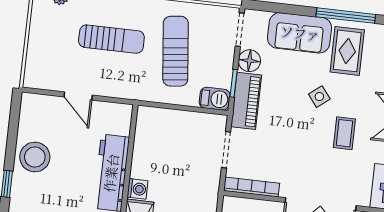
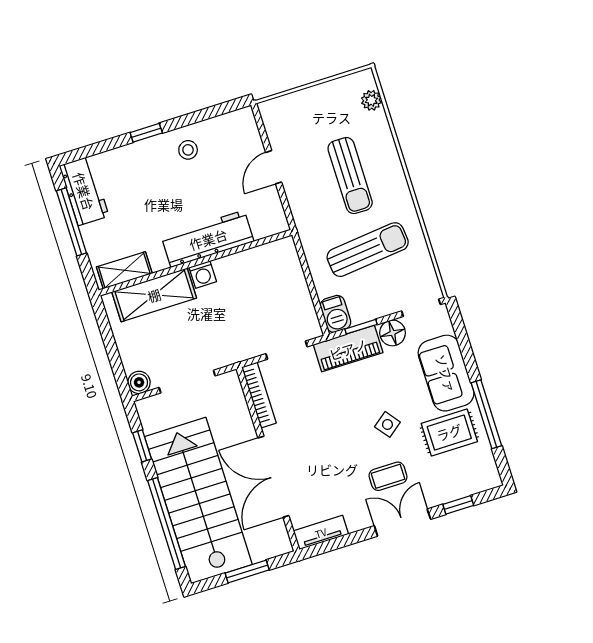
coffee table: (344, 133) -> (388, 476), moved
stool: (35, 157) -> (188, 150), width x0.53, depth x0.53

